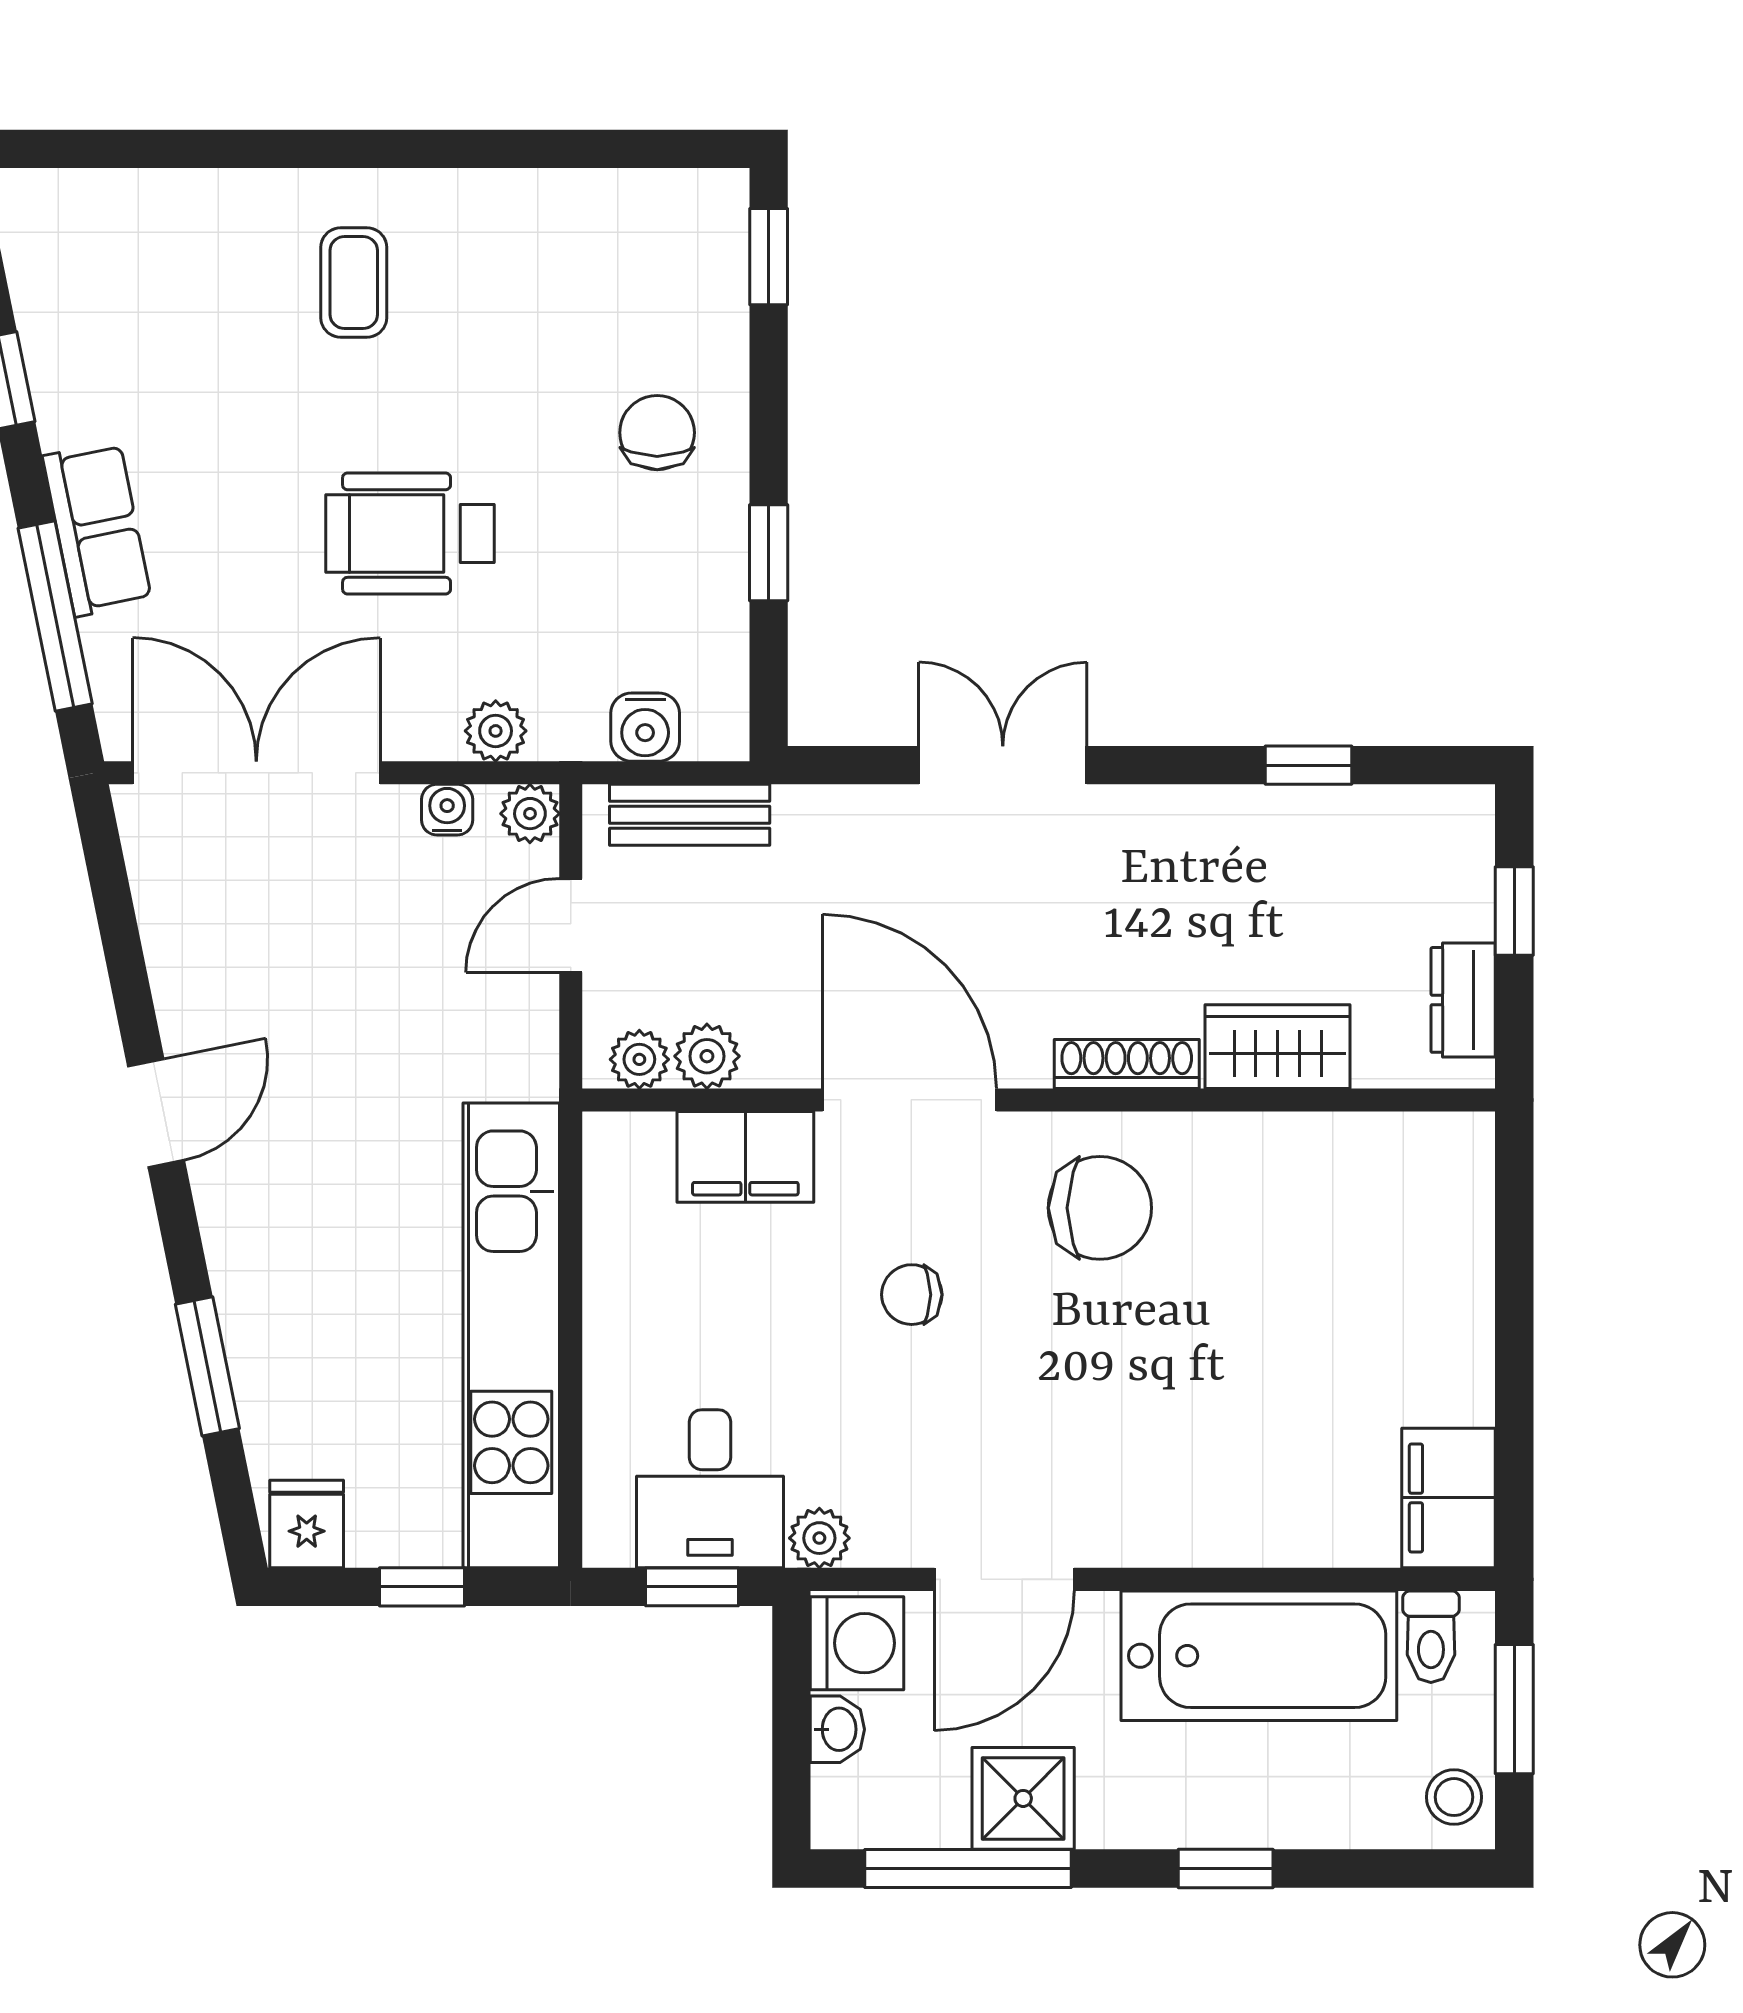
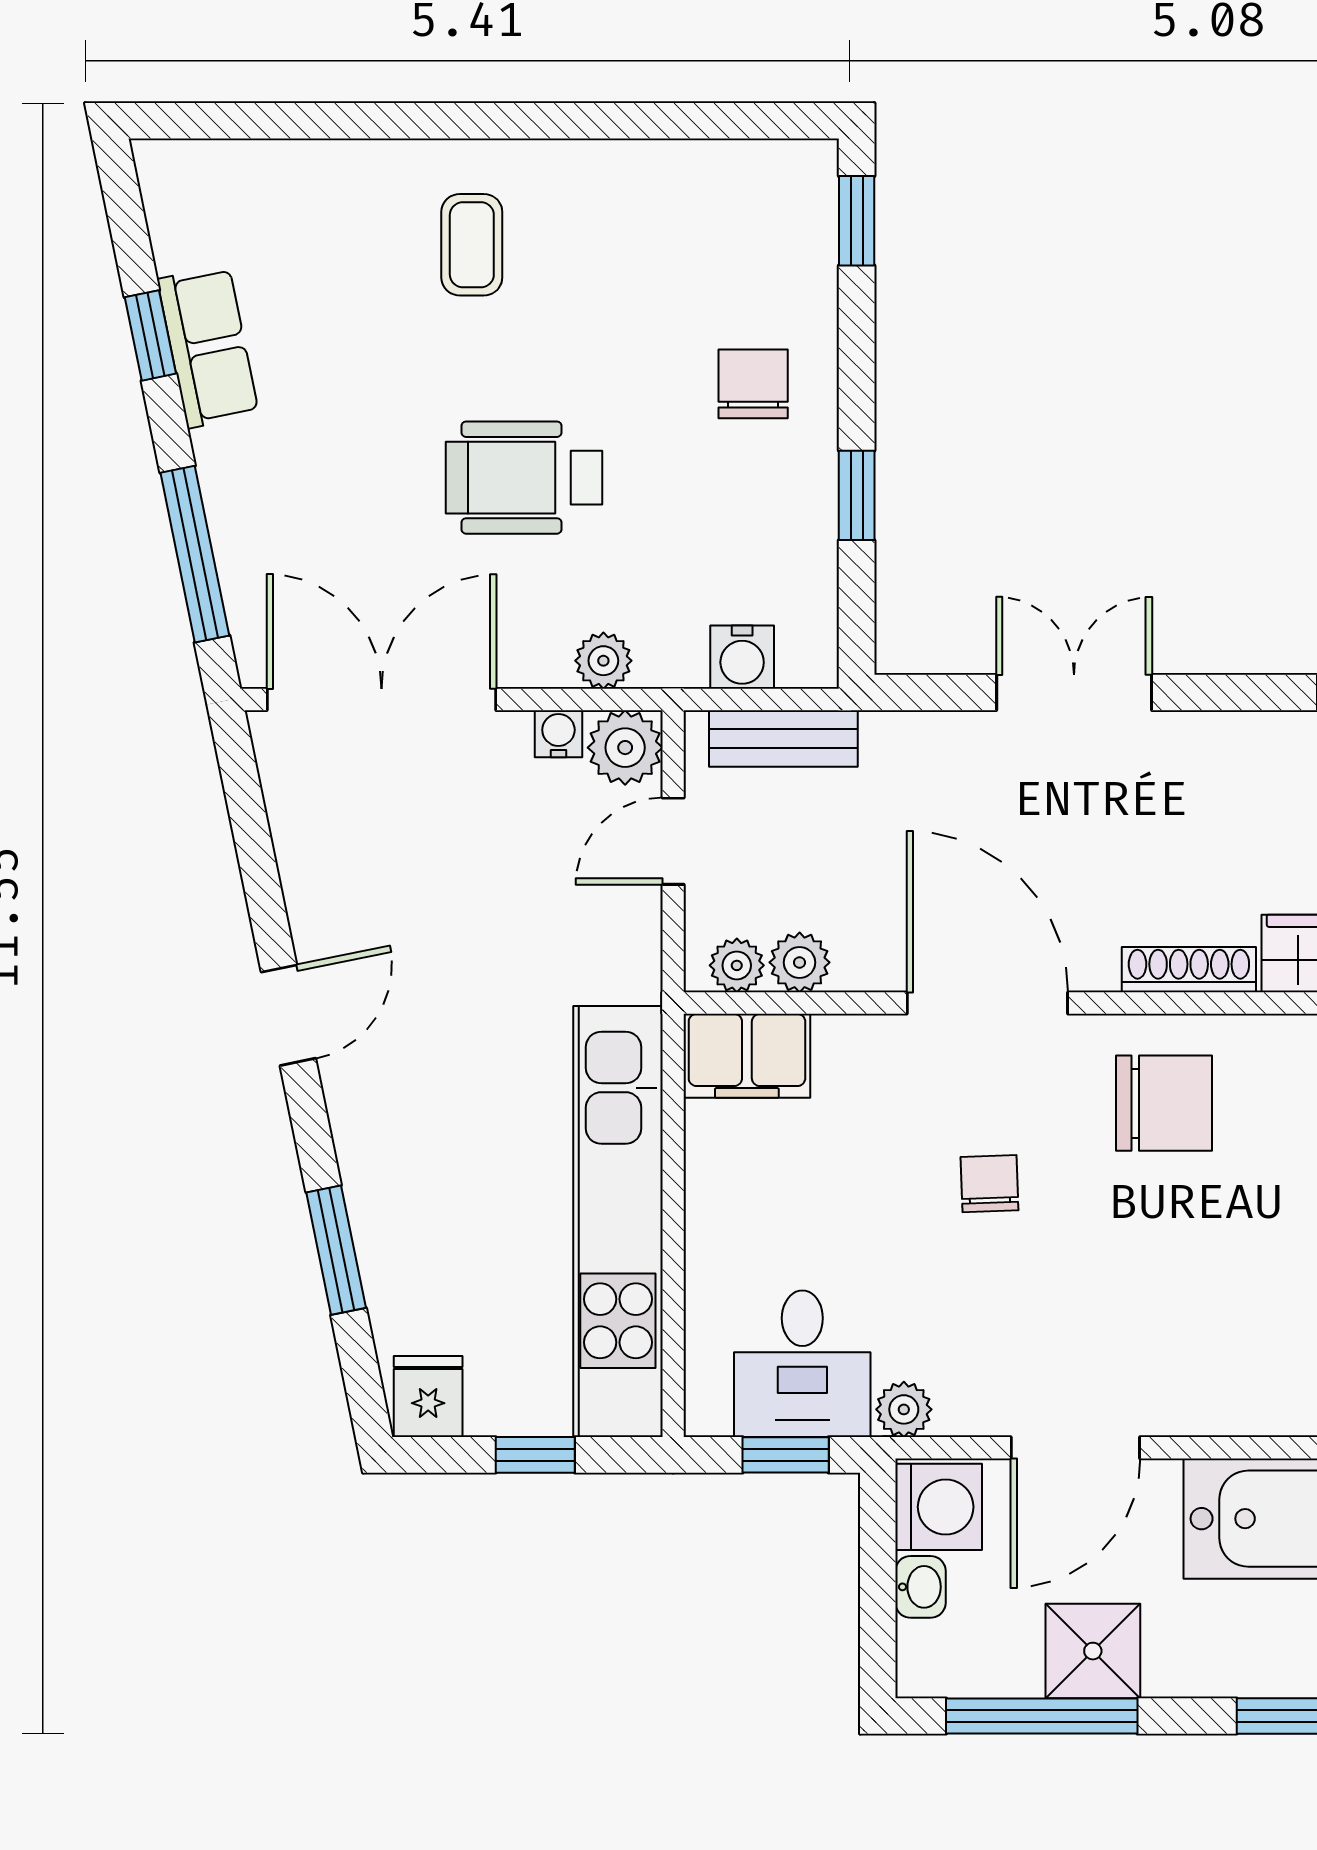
row of seats: (97, 529) -> (208, 347), moved
plant: (530, 814) -> (625, 748), width x1.38, depth x1.38
filing cabinet: (745, 1157) -> (747, 1056), moved
chair: (912, 1295) -> (989, 1184), turned 88

